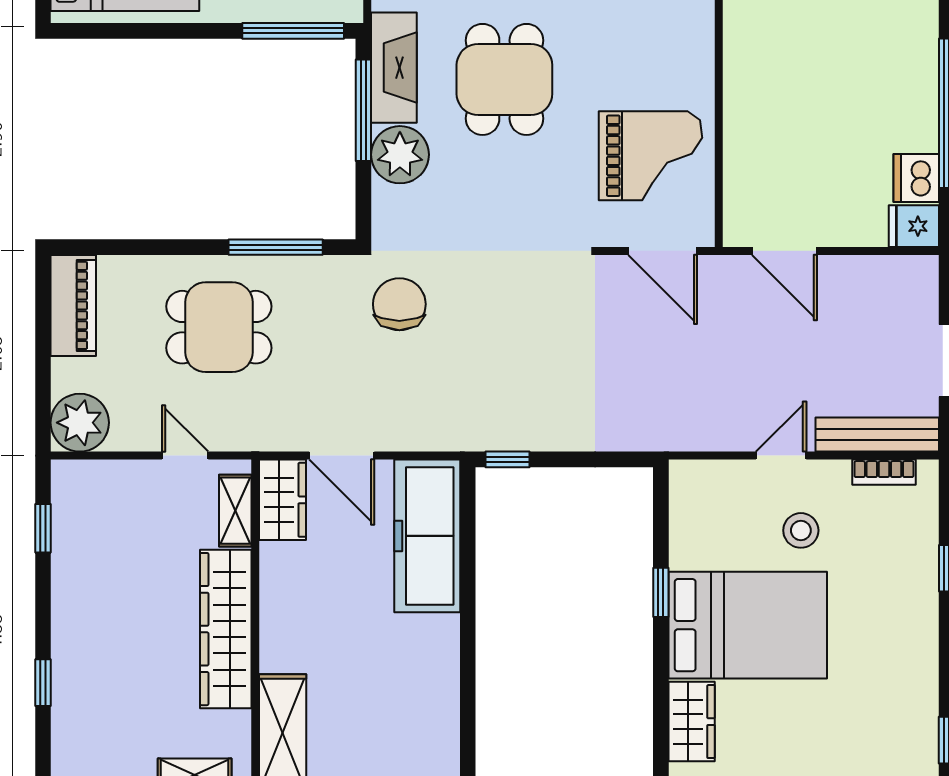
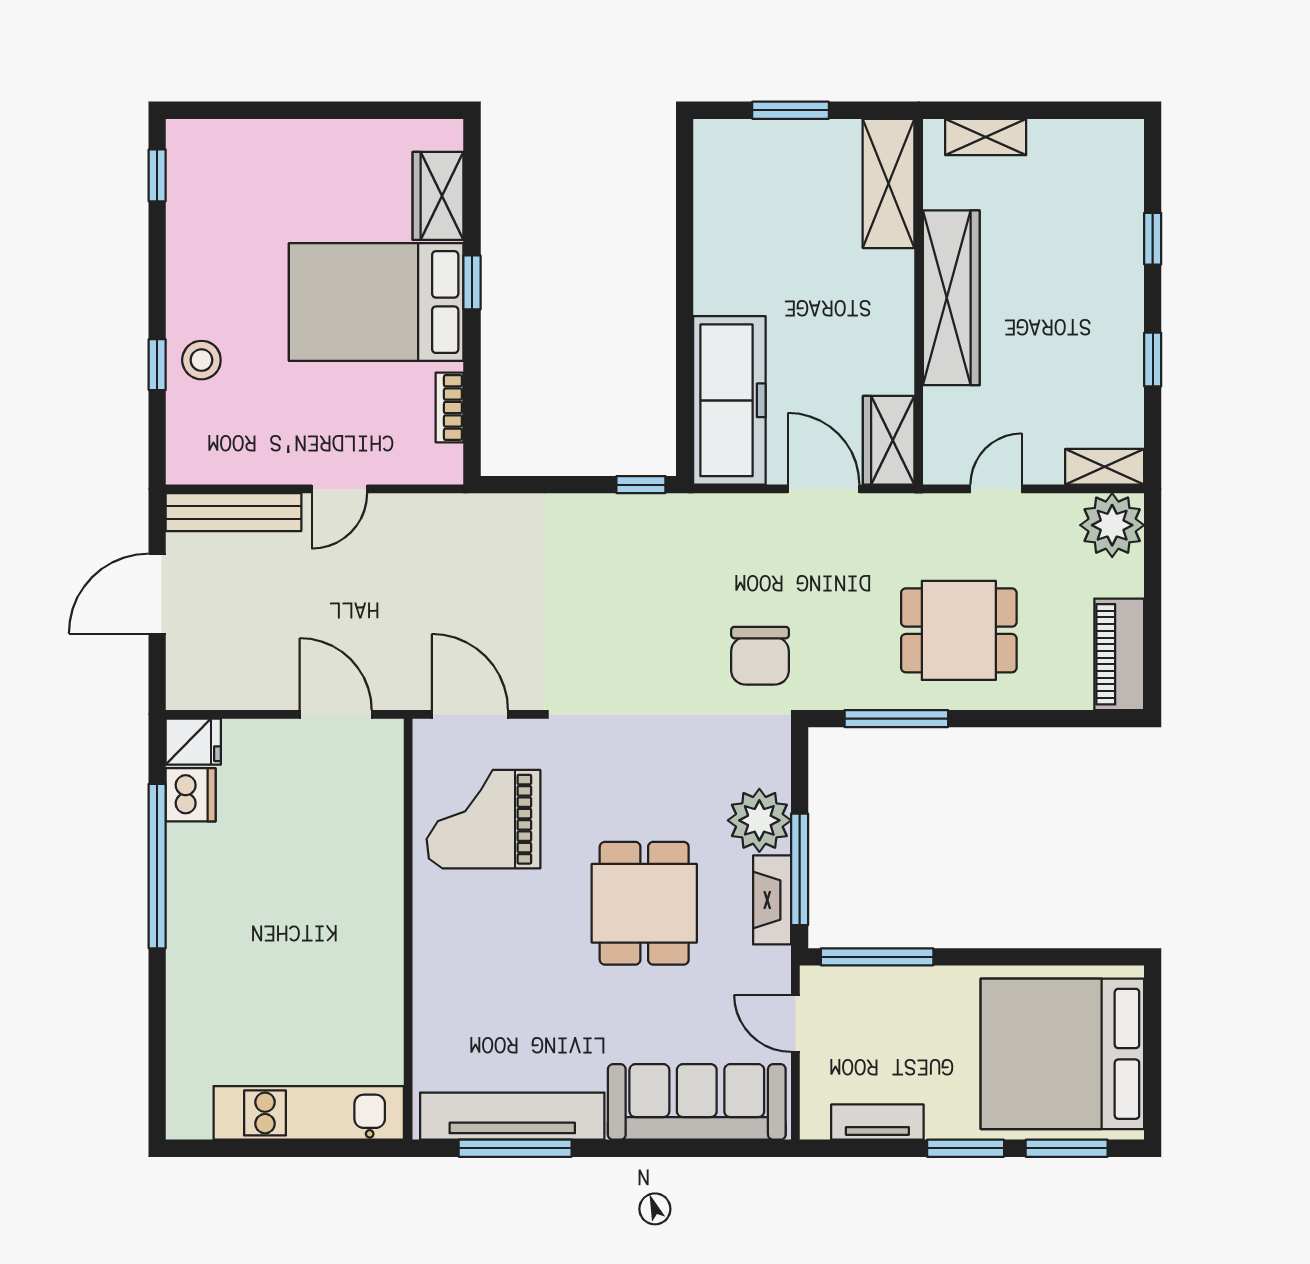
fireplace: (394, 68) -> (772, 900), width x0.73, depth x0.76
door: (185, 456) -> (996, 489), swing flipped
bookcase: (884, 472) -> (450, 408), moved, turned -90
shelving: (235, 511) -> (1105, 467), moved, turned 90
window: (43, 528) -> (1153, 360), moved
stool: (801, 530) -> (201, 360), moved
window: (661, 592) -> (472, 282), moved

